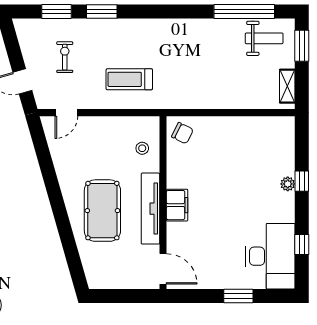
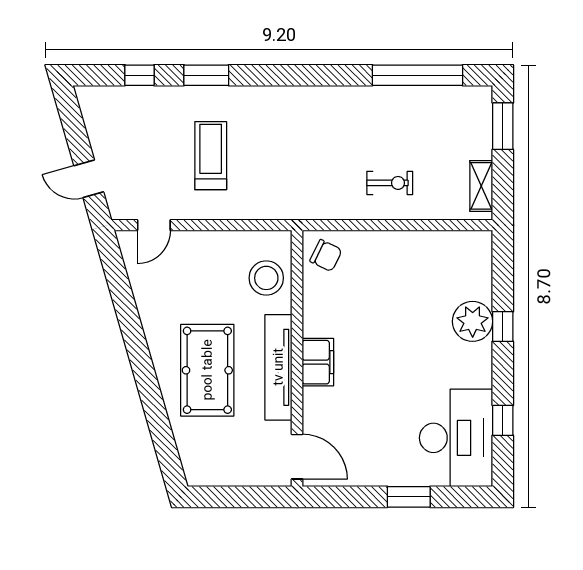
window: (57, 11) -> (139, 75), width x0.67
weight bench: (264, 38) -> (447, 115), removed
exercise bike: (65, 57) -> (390, 183), moved, turned 90
treadmill: (129, 79) -> (211, 156), moved, turned 90
stool: (142, 148) -> (266, 278), width x1.89, depth x1.89
plant: (288, 184) -> (473, 321), width x1.87, depth x1.87

